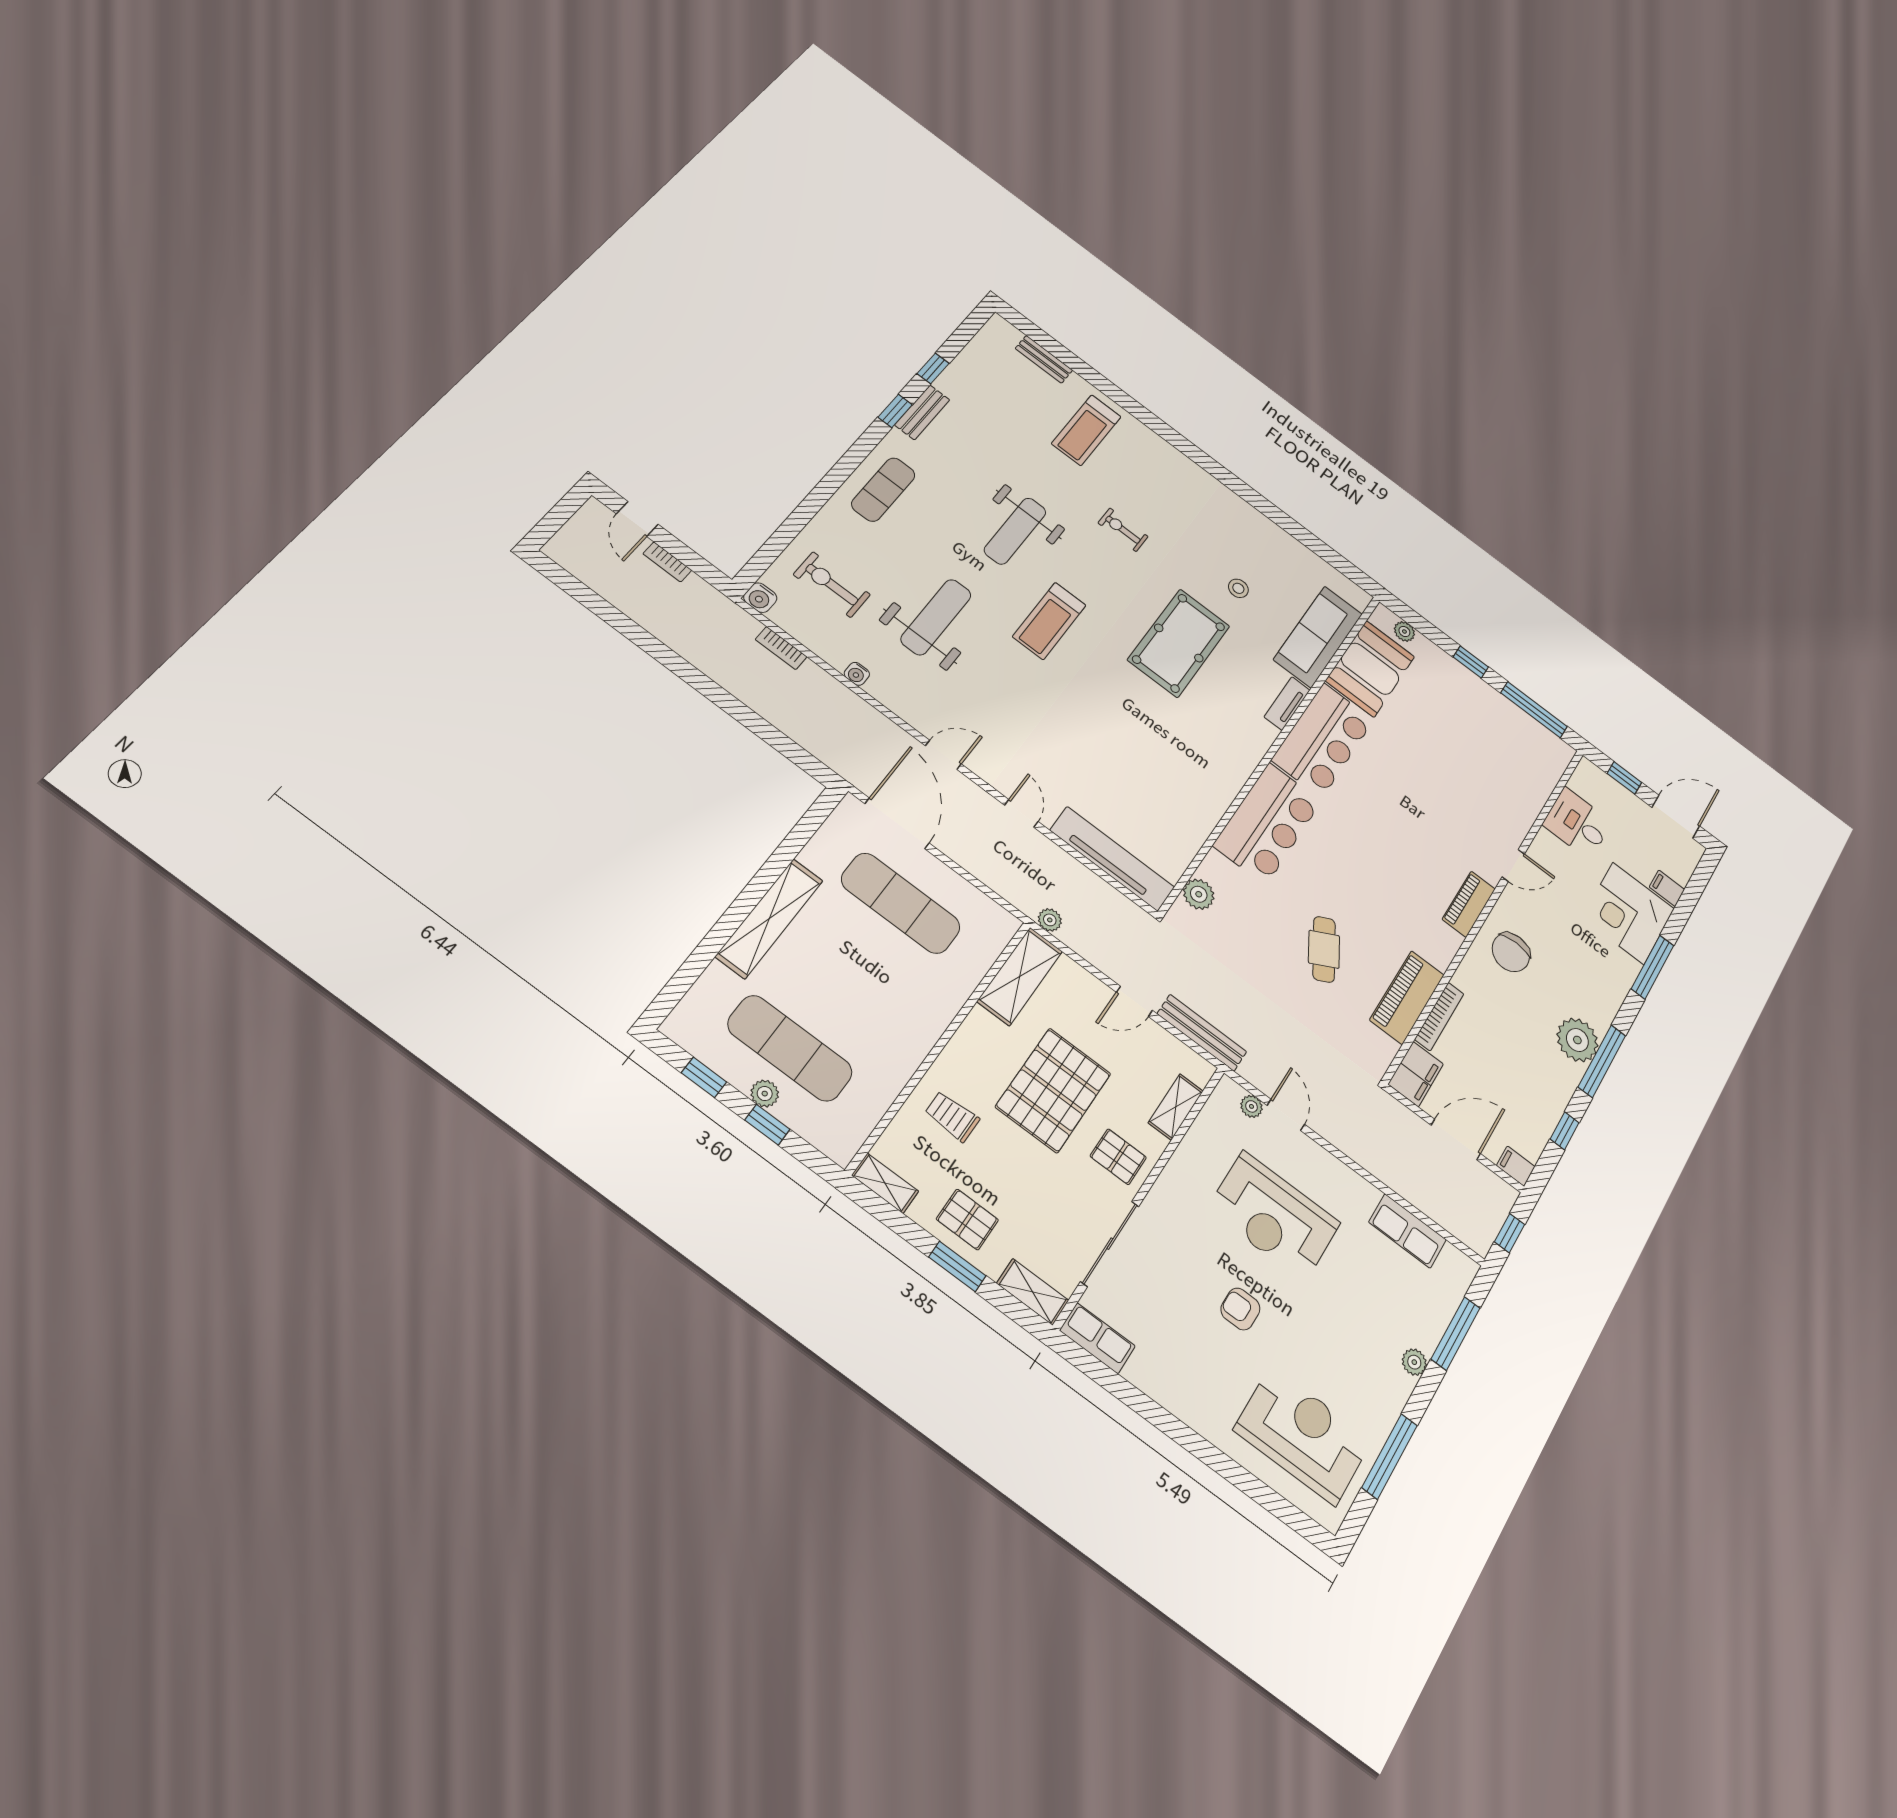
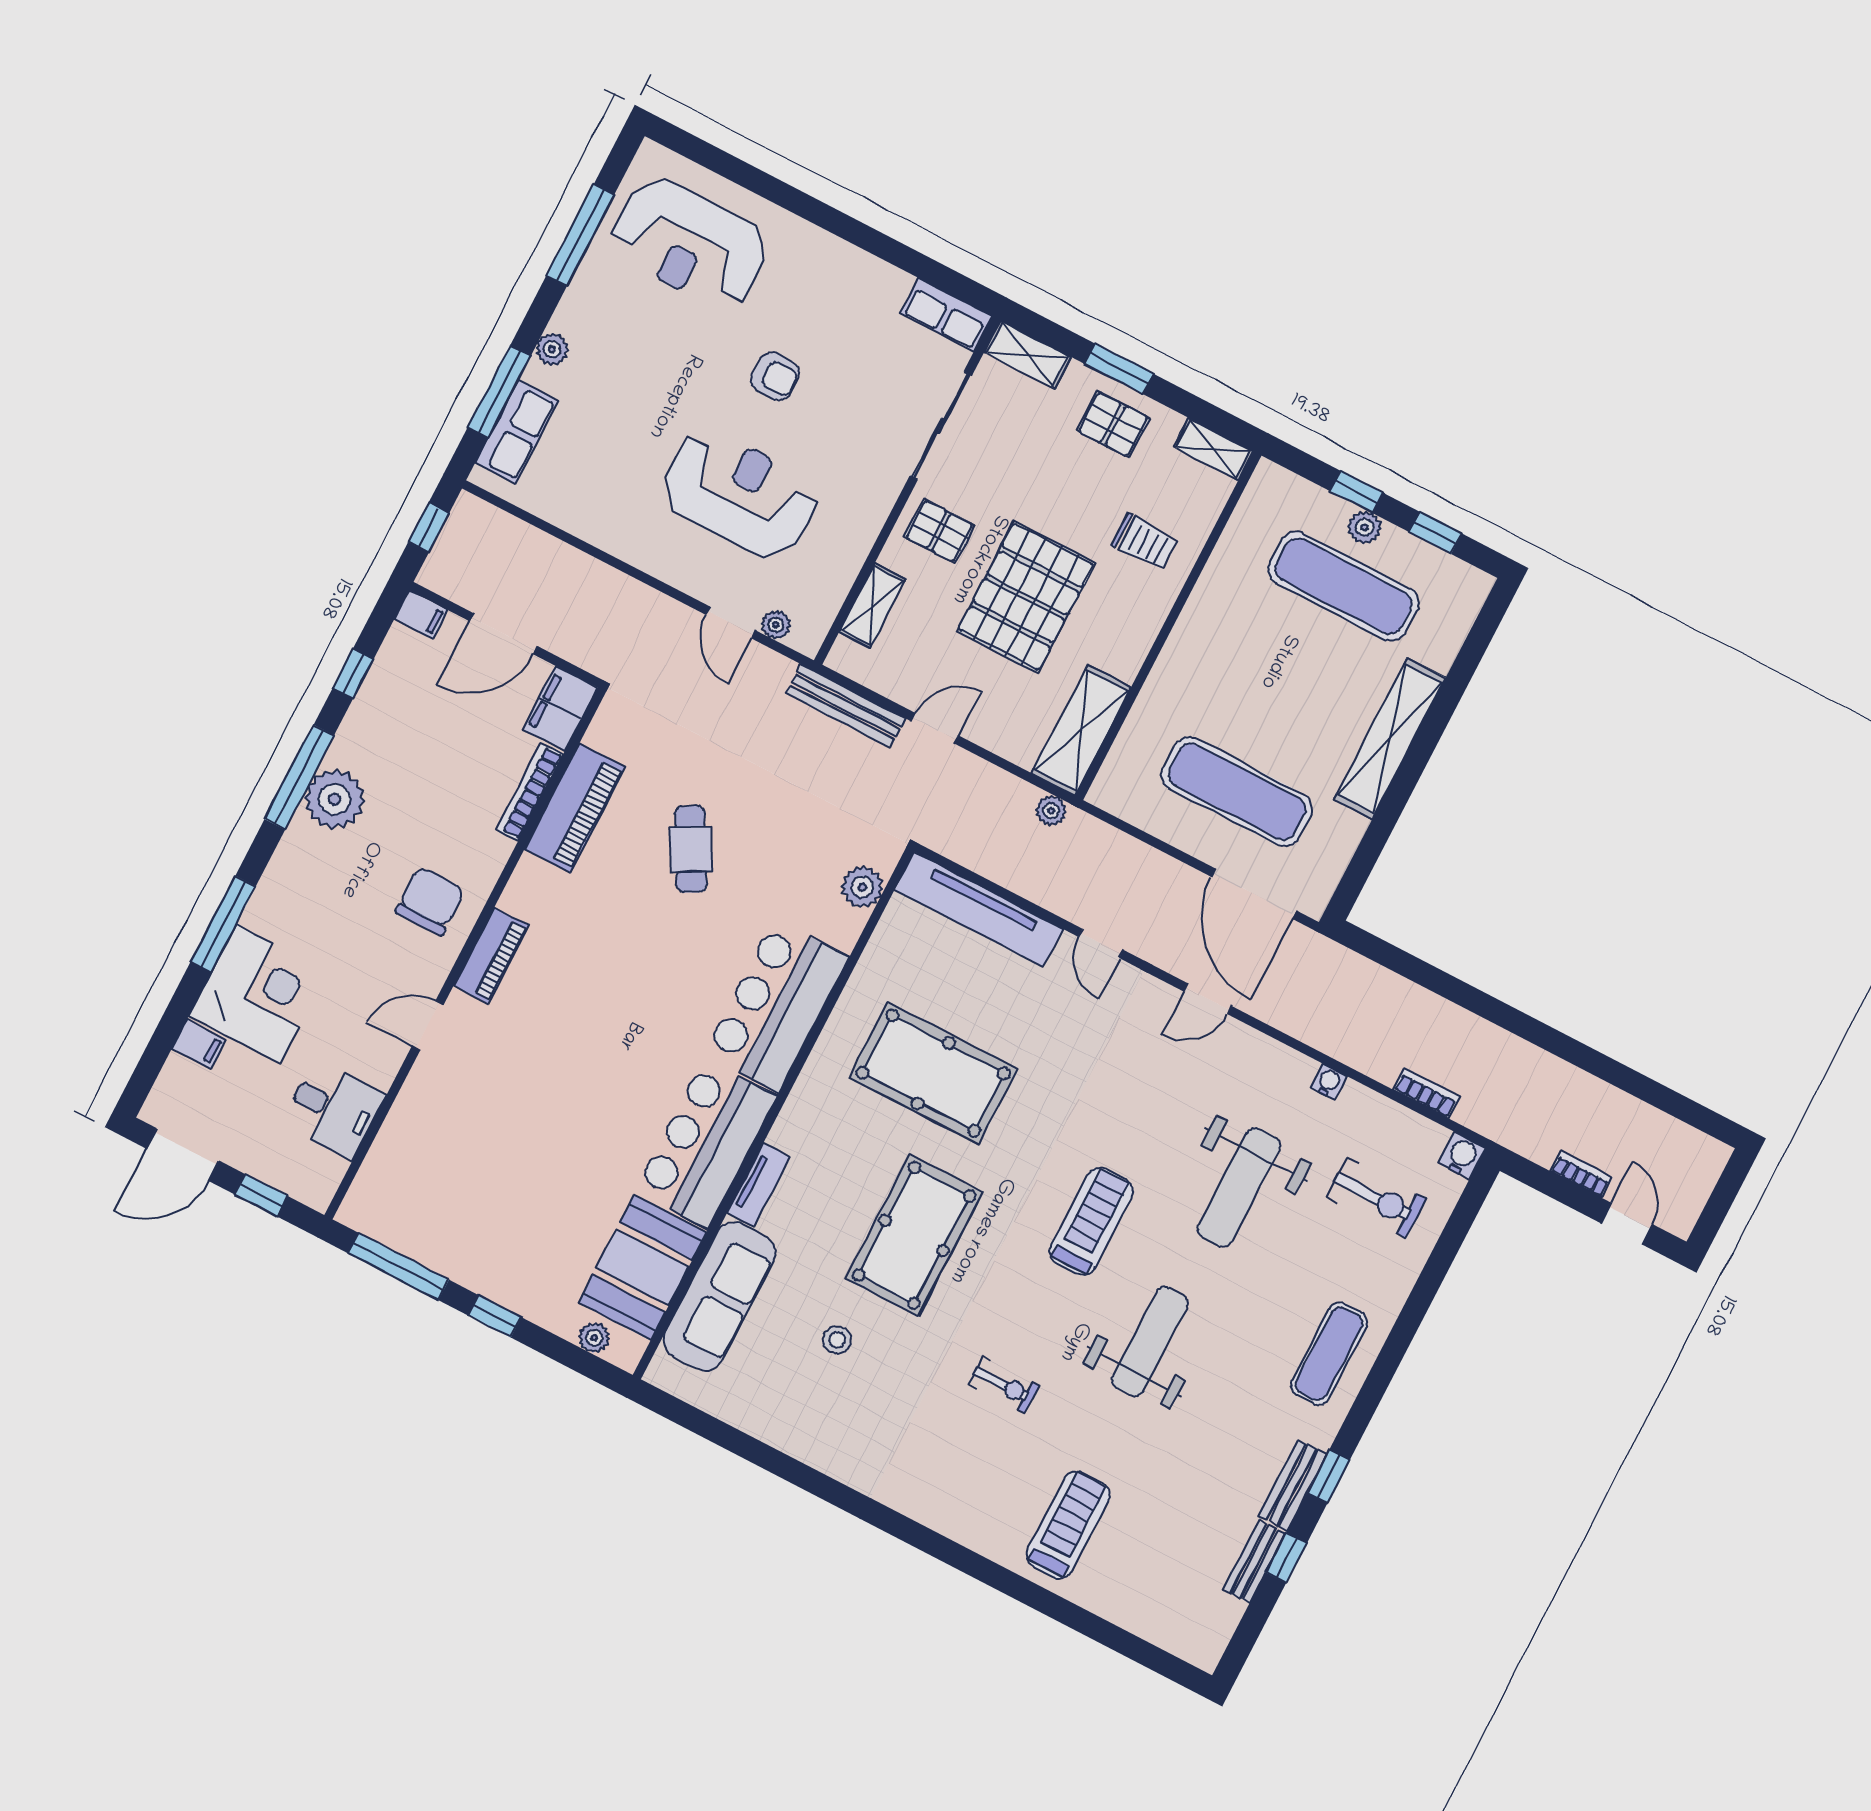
bench: (1044, 359) -> (1254, 1562), moved, turned 90
pool table: (1156, 750) -> (933, 1073), added
row of seats: (1407, 1231) -> (516, 432), moved, turned 90

